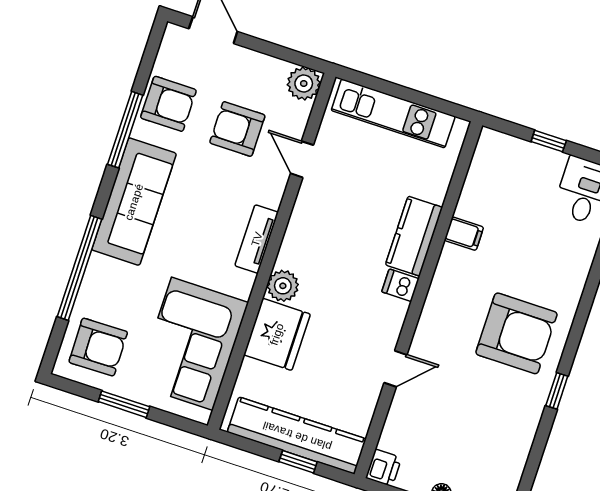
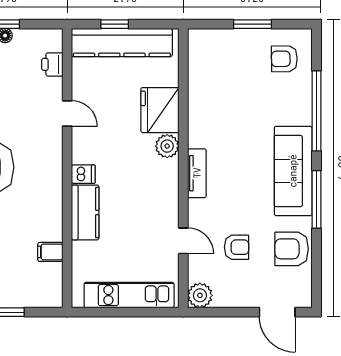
armchair: (237, 129) -> (237, 247), width x0.72, depth x0.72
window: (125, 130) -> (316, 199), moved
filing cabinet: (464, 234) -> (50, 252), moved
corner sofa: (192, 344) -> (218, 83), removed
armchair: (98, 347) -> (284, 59), width x0.72, depth x0.72
door: (395, 369) -> (67, 113), swing flipped
printer: (384, 468) -> (52, 64), moved

